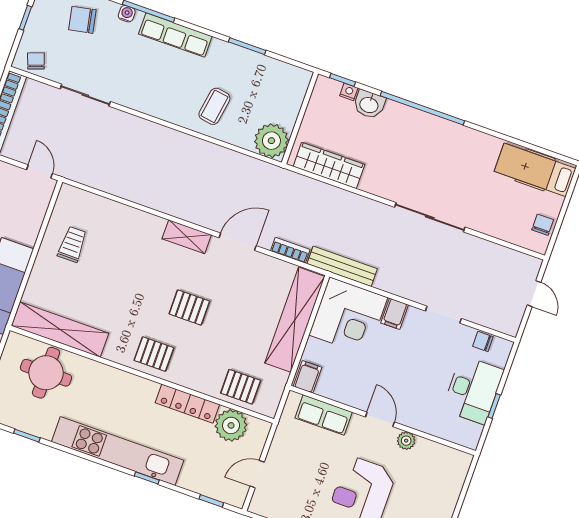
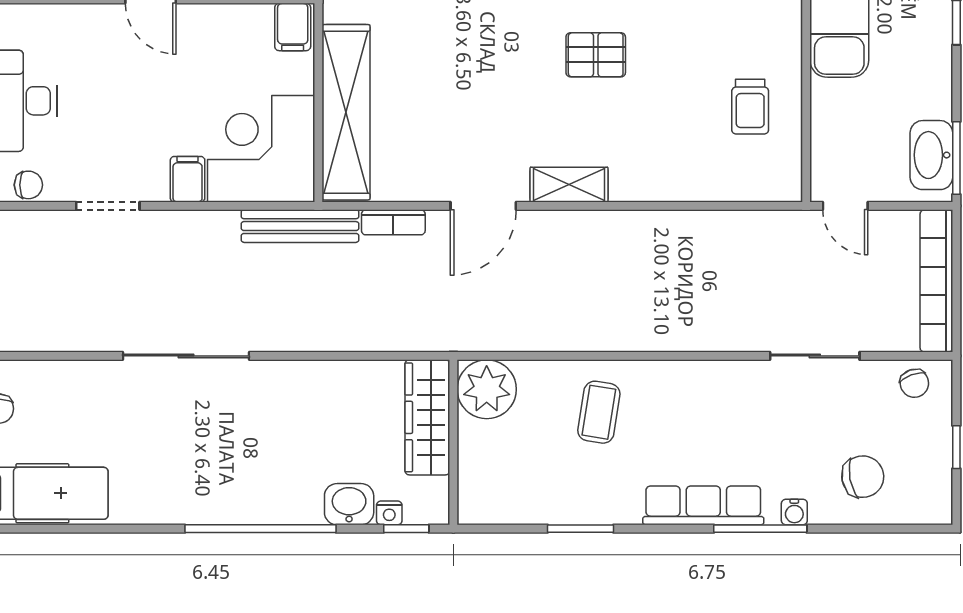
wardrobe: (329, 165) -> (427, 417), moved, turned 90
pallet: (189, 308) -> (596, 55), moved

